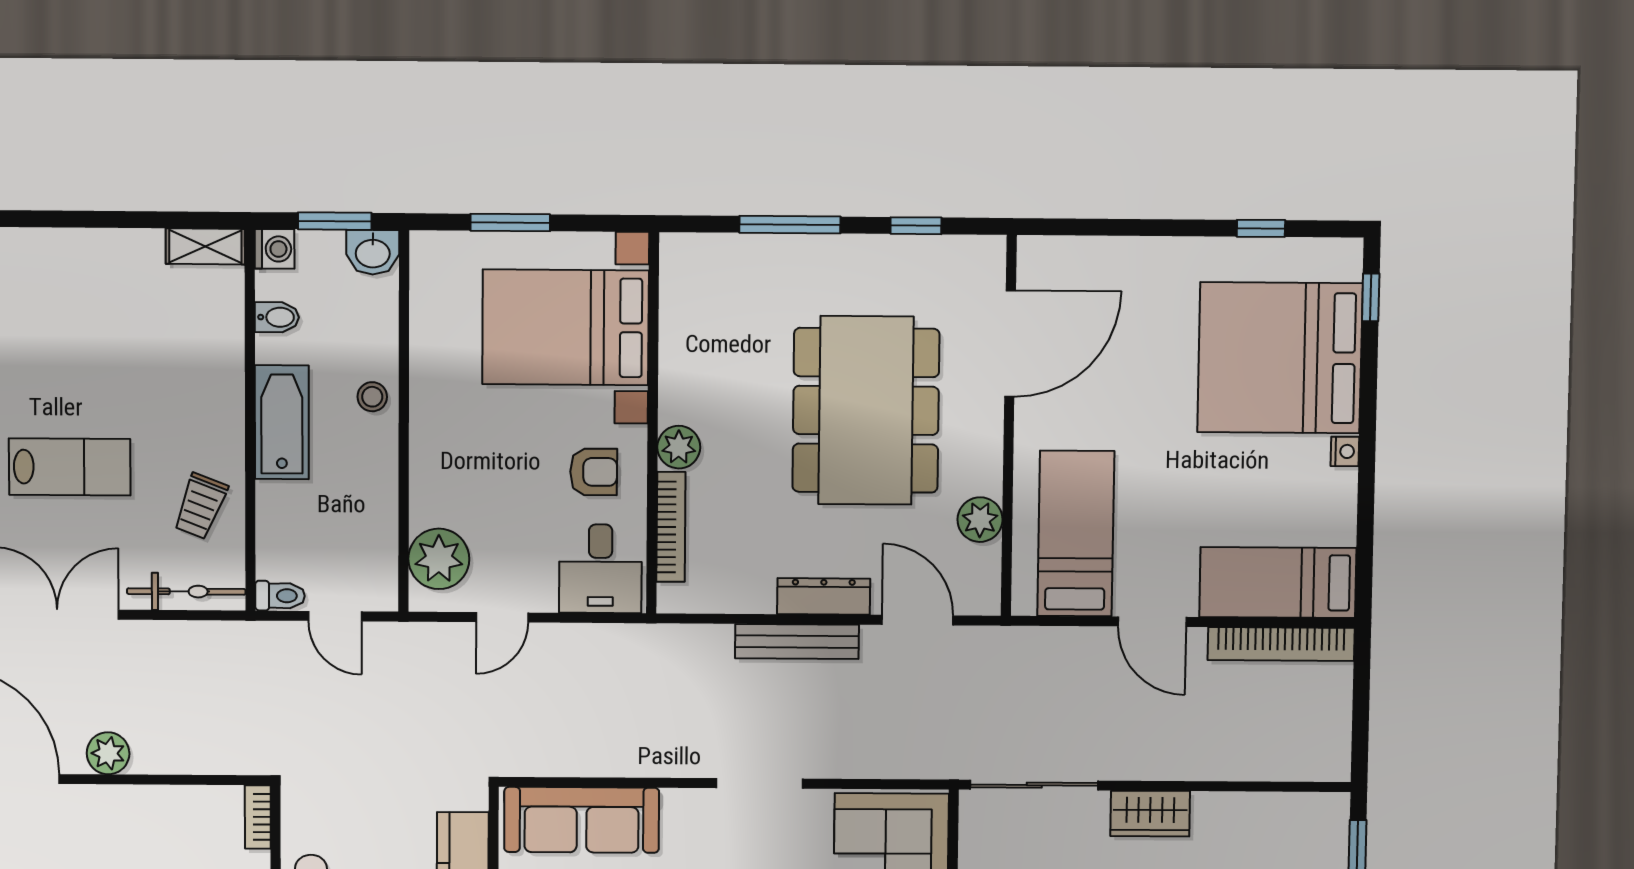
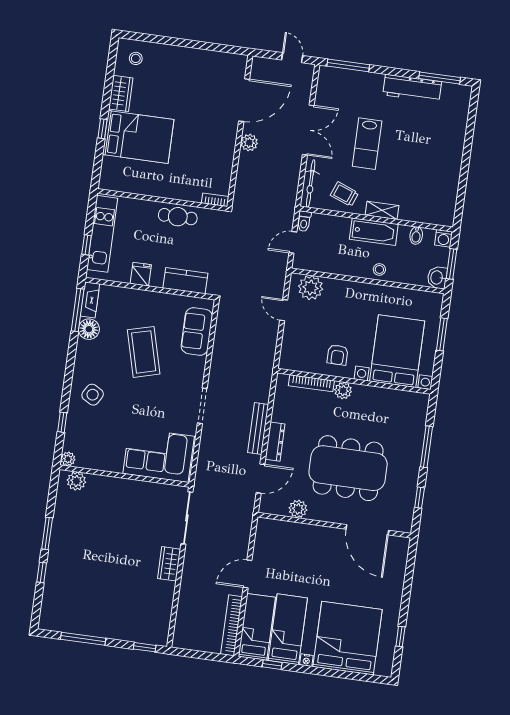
shelving: (205, 246) -> (382, 210), moved, turned 90
window: (1371, 297) -> (272, 665), moved
bed: (1076, 534) -> (288, 629), moved, turned -90
desk: (600, 569) -> (298, 353), removed
sofa: (582, 820) -> (197, 331), width x0.73

